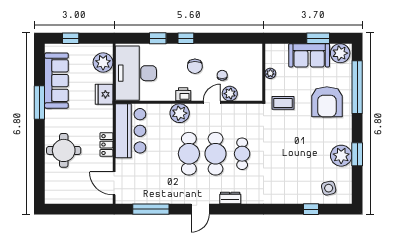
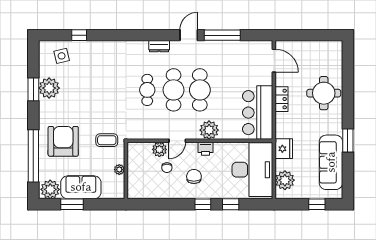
window: (39, 103) -> (348, 141), width x0.69
window: (151, 209) -> (222, 35), moved

